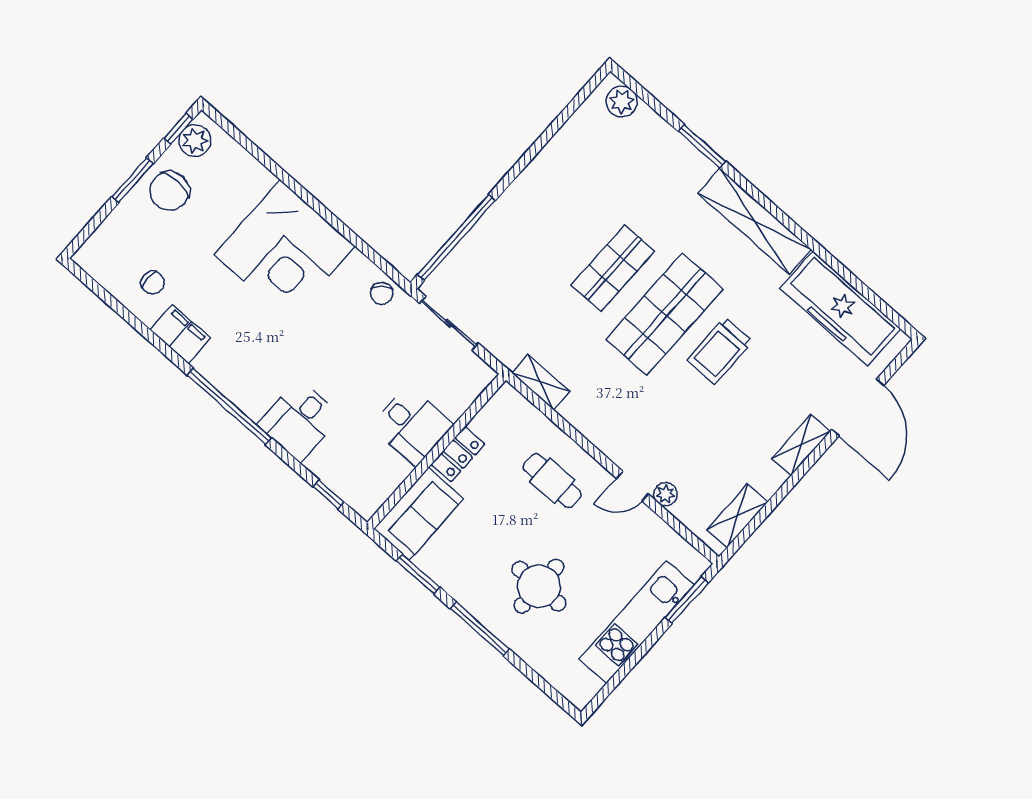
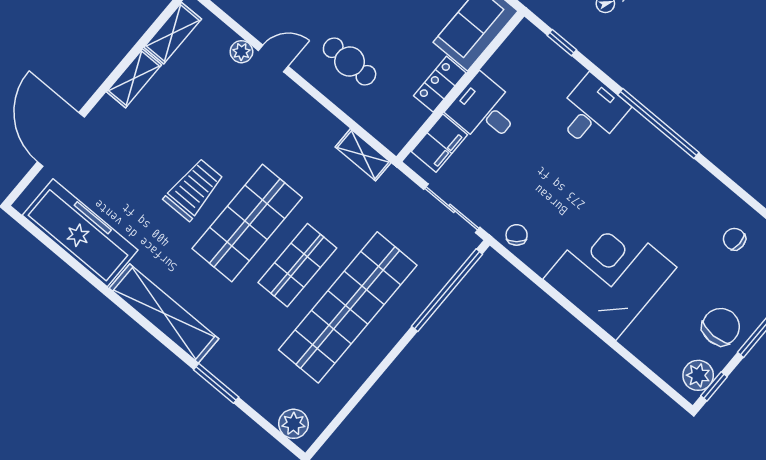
shop shelf: (561, 222) -> (348, 307), added
filing cabinet: (180, 334) -> (439, 143), moved, turned -90
shelving: (801, 445) -> (134, 78), moved

